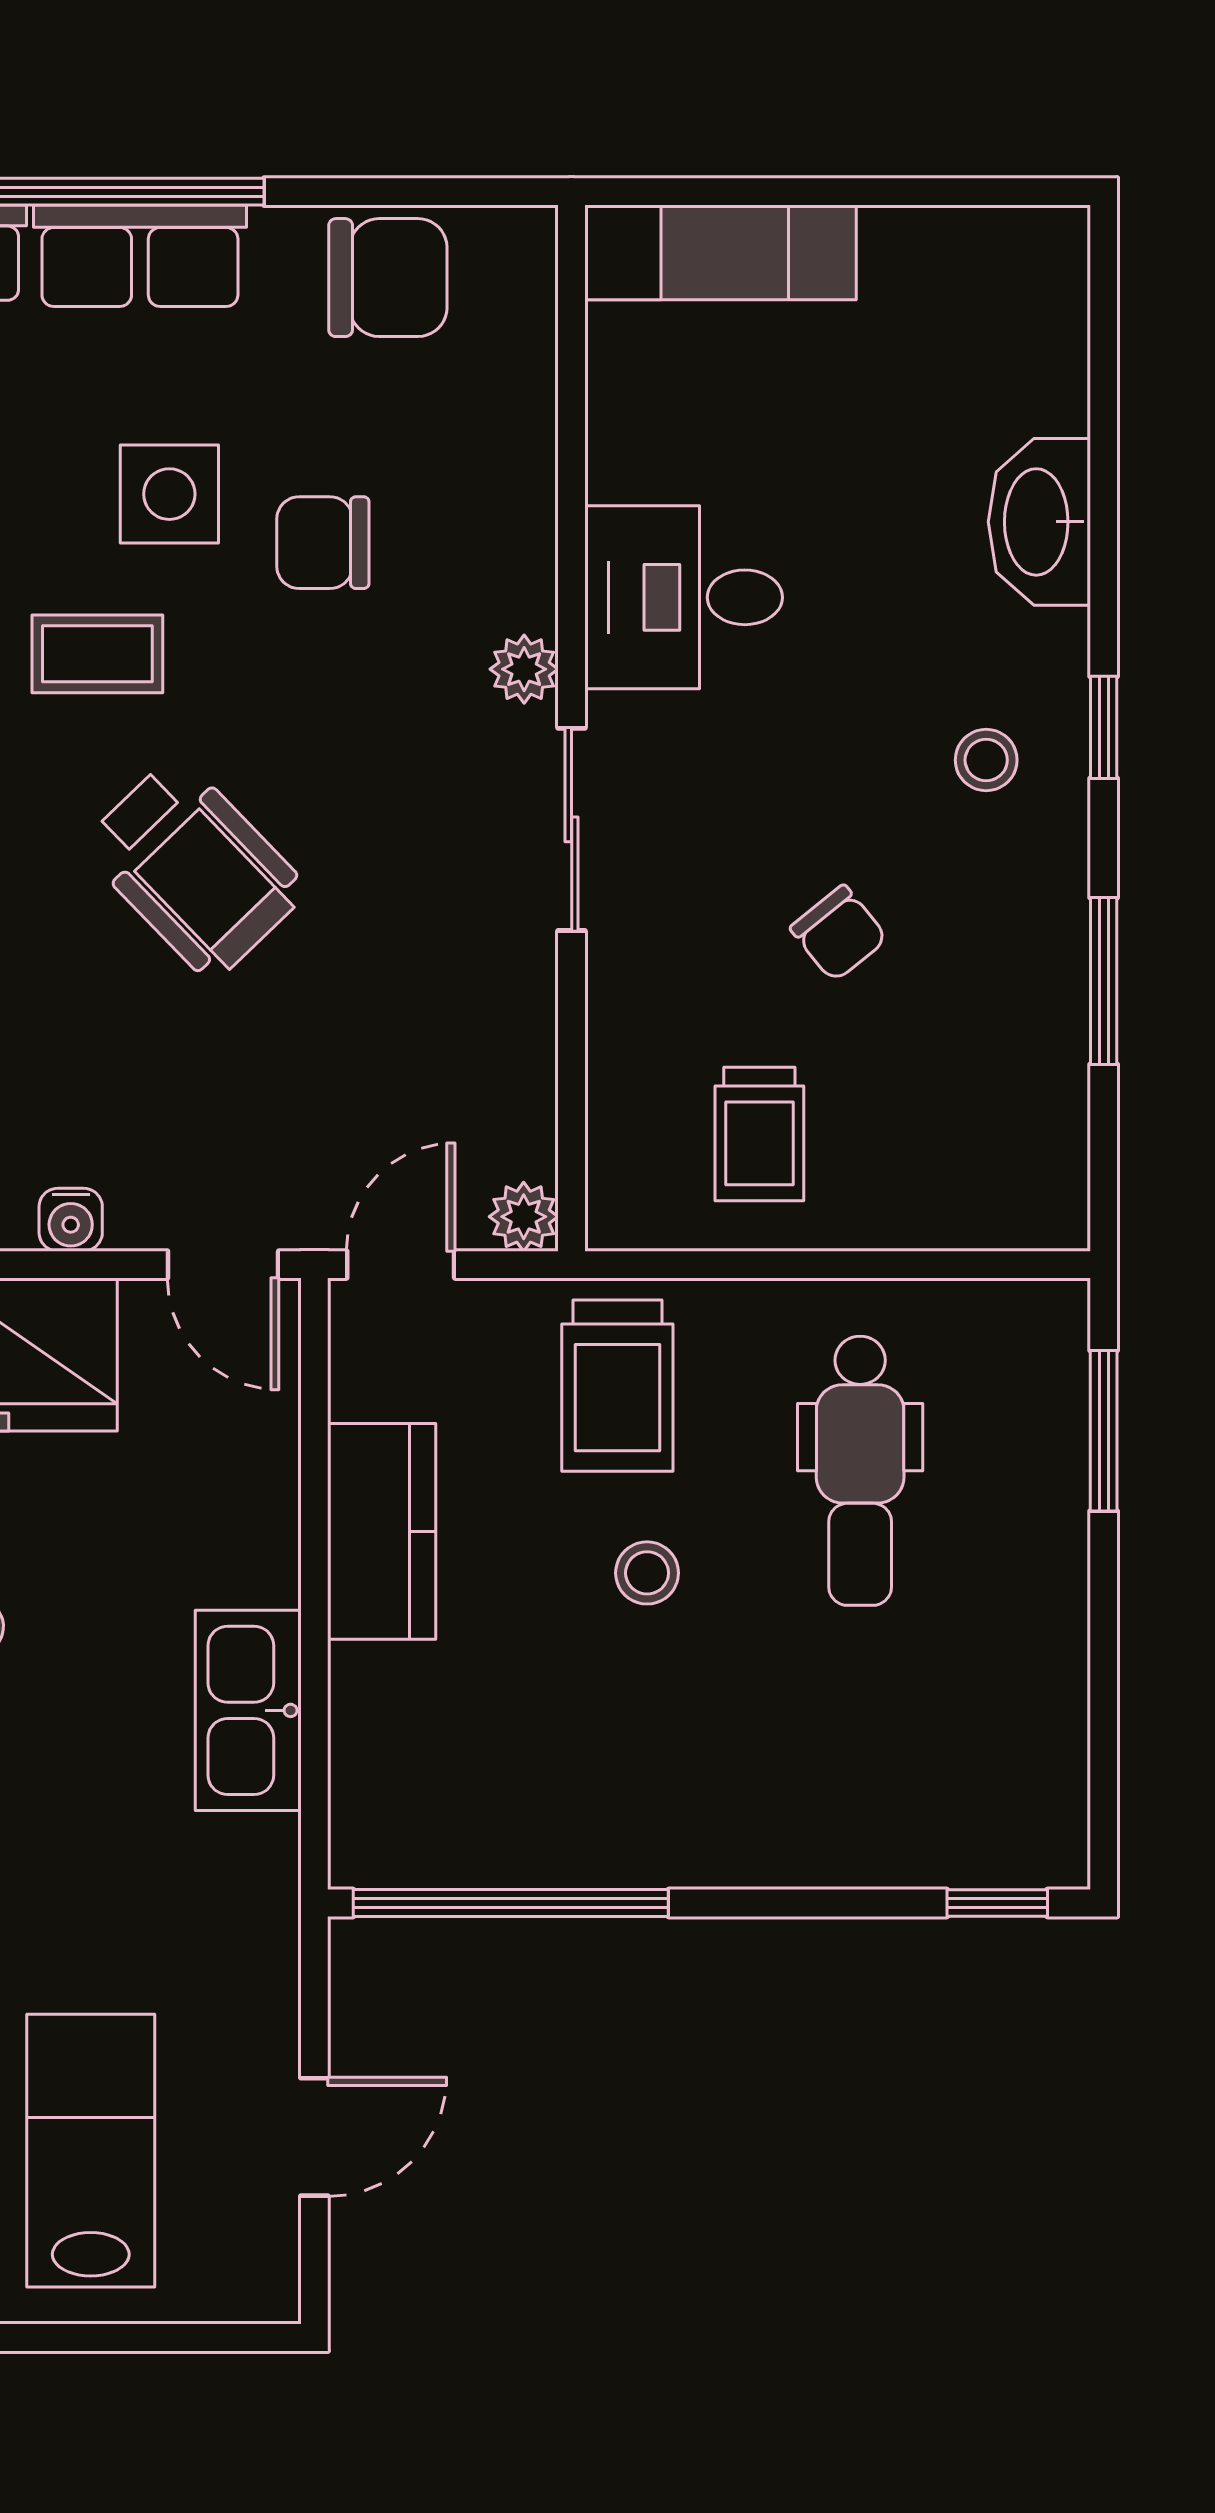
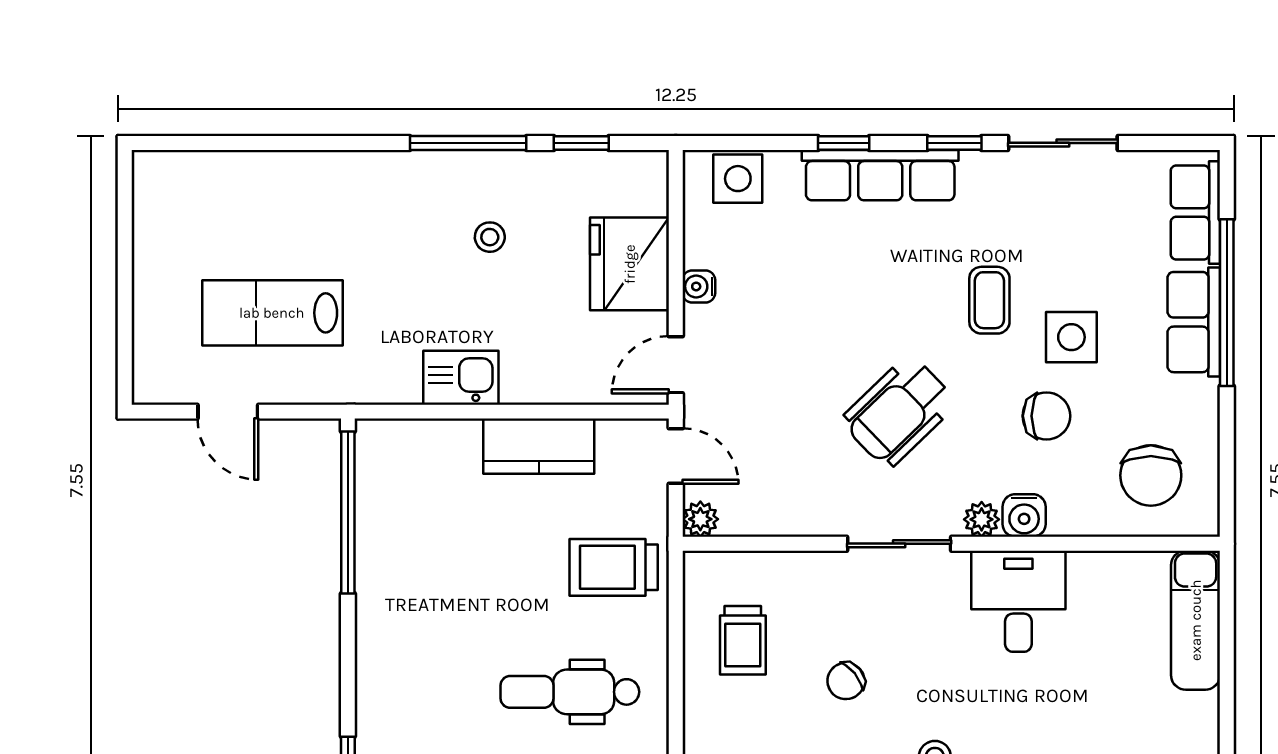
chair: (388, 278) -> (1151, 475), moved
chair: (323, 543) -> (1046, 416), turned 90
water cooler: (517, 586) -> (1024, 515), added
wheelchair: (194, 868) -> (899, 412), moved
trolley: (759, 1134) -> (743, 640), turned -90
stool: (647, 1573) -> (517, 582), removed
kitchen sink: (248, 1710) -> (461, 378), width x0.73
lab bench: (91, 2151) -> (272, 313), moved, turned 180

